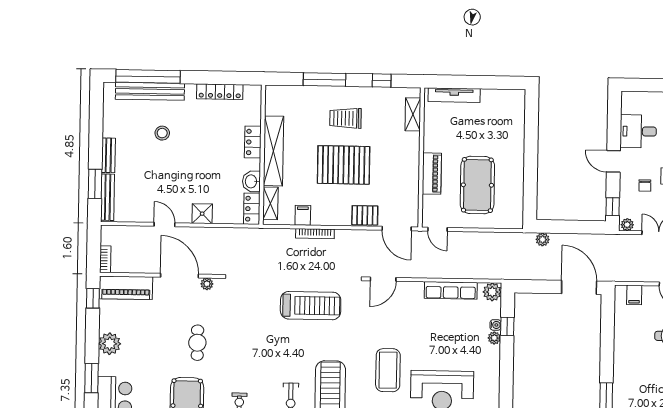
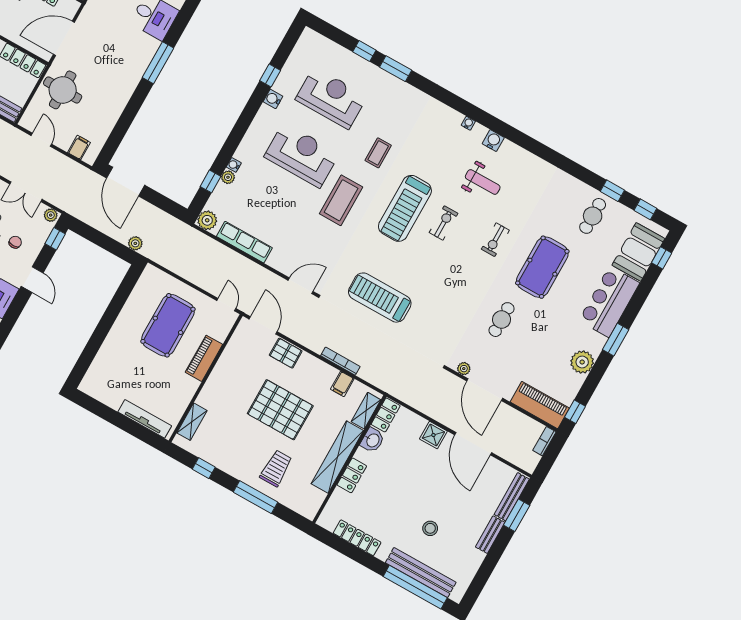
trolley: (345, 118) -> (276, 468), moved, turned -90
door: (165, 225) -> (473, 444), width x1.88
water cooler: (496, 325) -> (234, 165), moved

